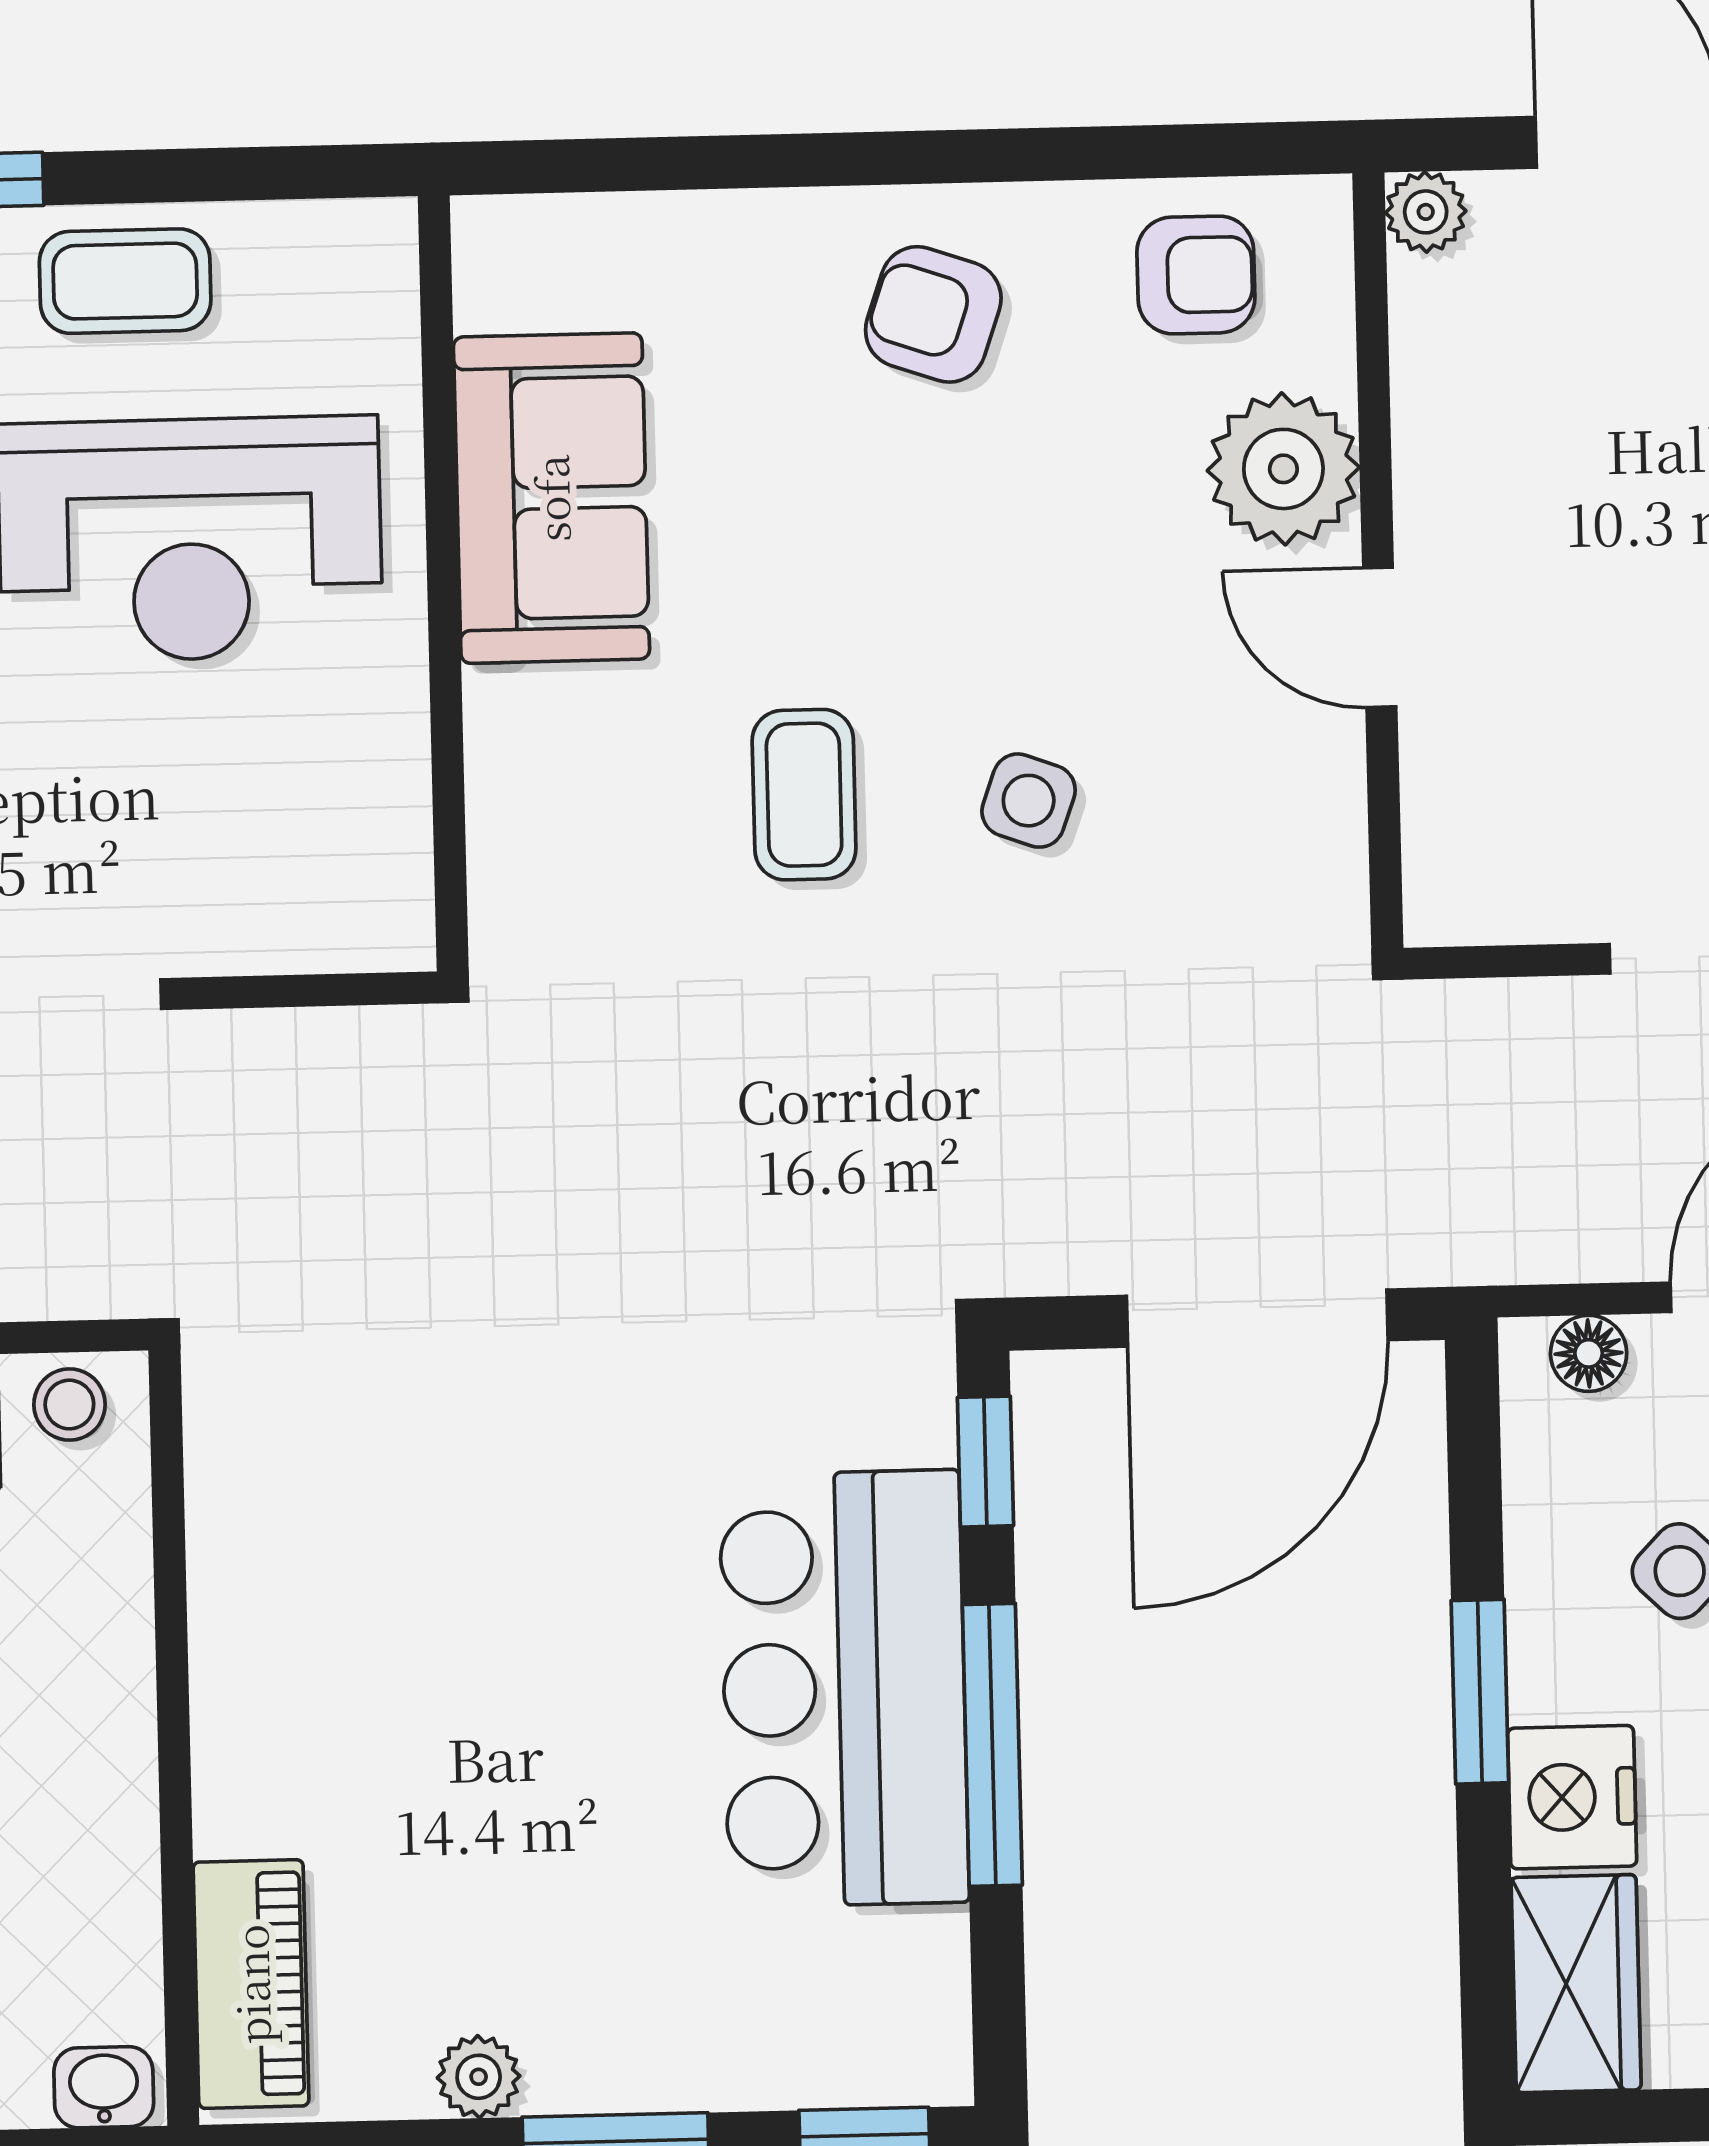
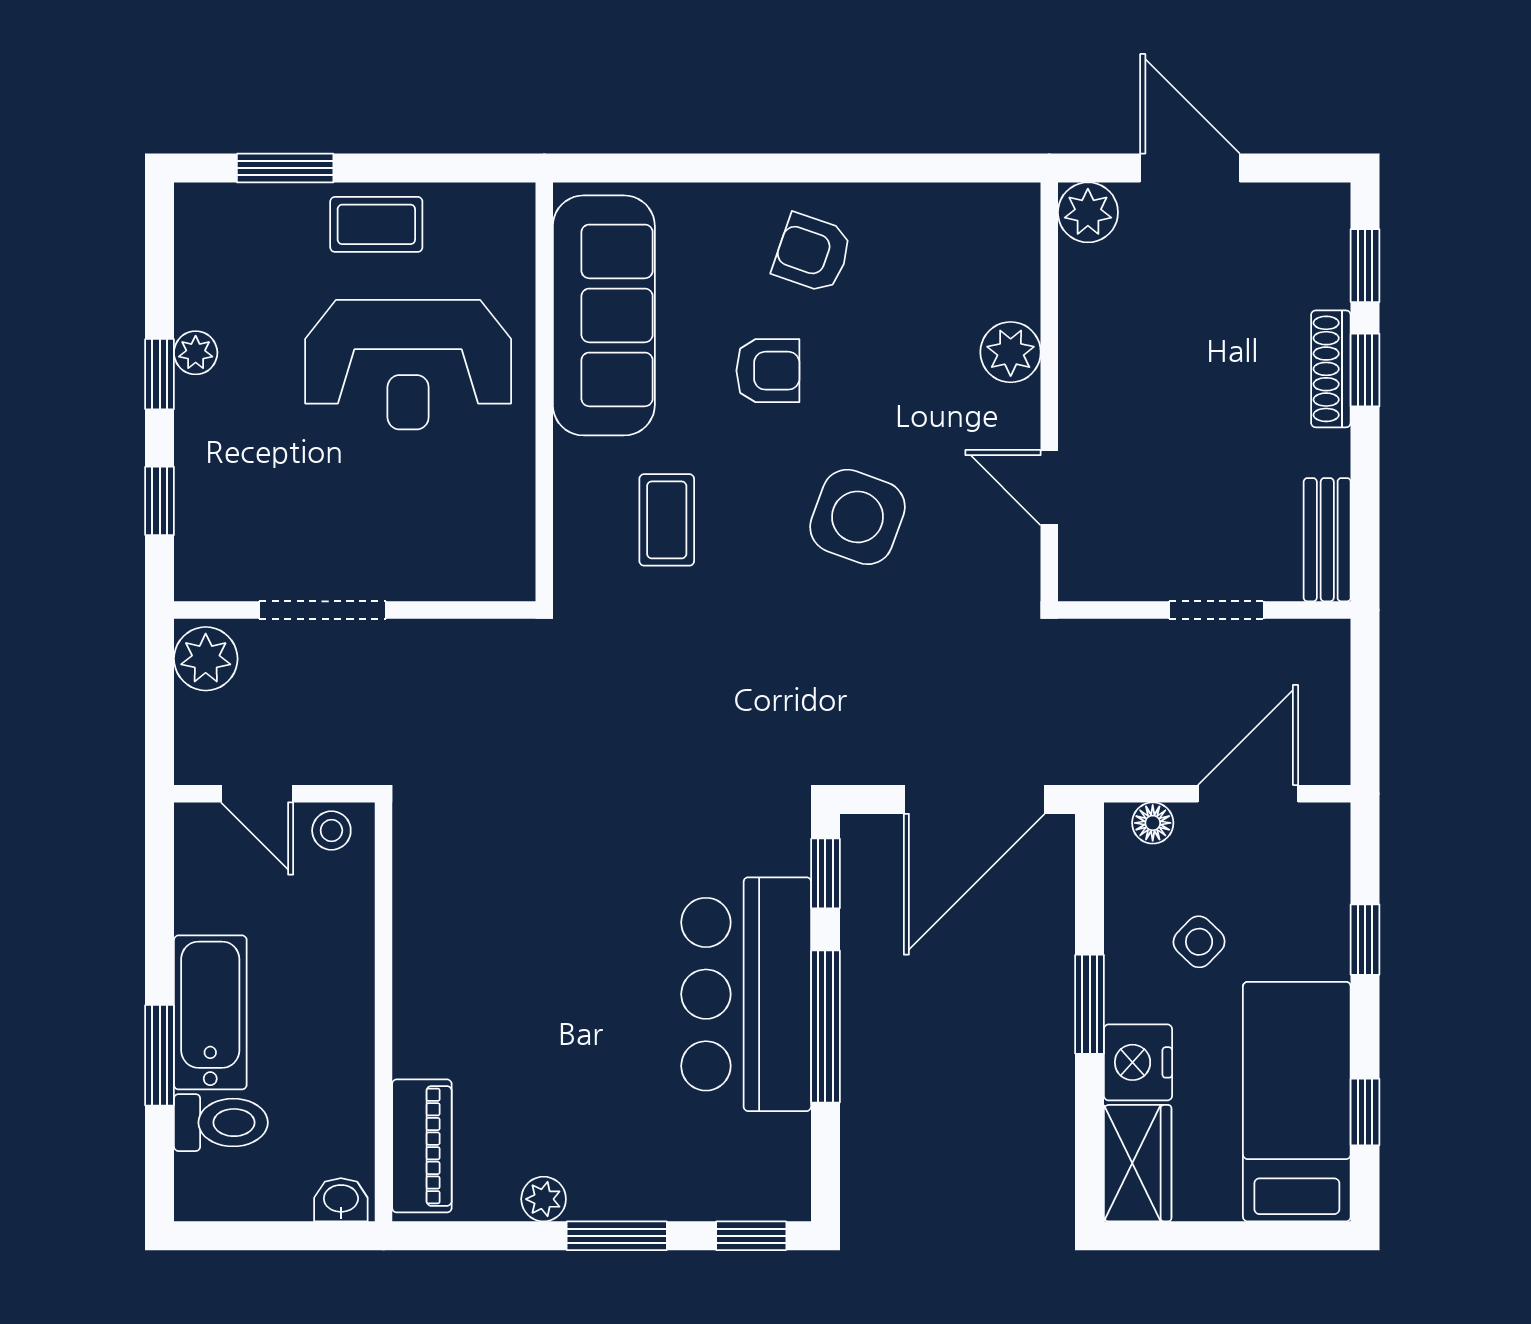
plant: (1426, 212) -> (1088, 212), width x1.38, depth x1.38
armchair: (1196, 275) -> (768, 371), moved
plant: (1283, 469) -> (1011, 352), width x0.73, depth x0.73
sofa: (551, 498) -> (604, 315), width x1.36
door: (1380, 637) -> (1049, 488), moved
coffee table: (804, 795) -> (667, 520), moved
side table: (1029, 801) -> (858, 517), width x1.87, depth x1.87

